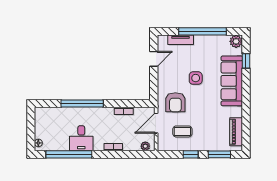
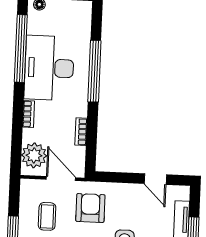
armchair: (175, 102) -> (90, 208), turned 90
desk: (81, 138) -> (49, 68), width x1.87, depth x1.30
plant: (145, 146) -> (34, 155), width x1.88, depth x1.88

